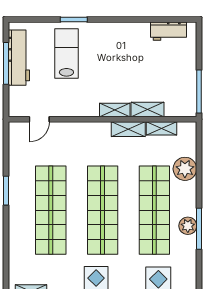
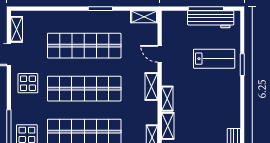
door: (39, 119) -> (160, 54), moved
shelving: (128, 129) -> (151, 86), moved
shelving: (16, 138) -> (144, 17), added

